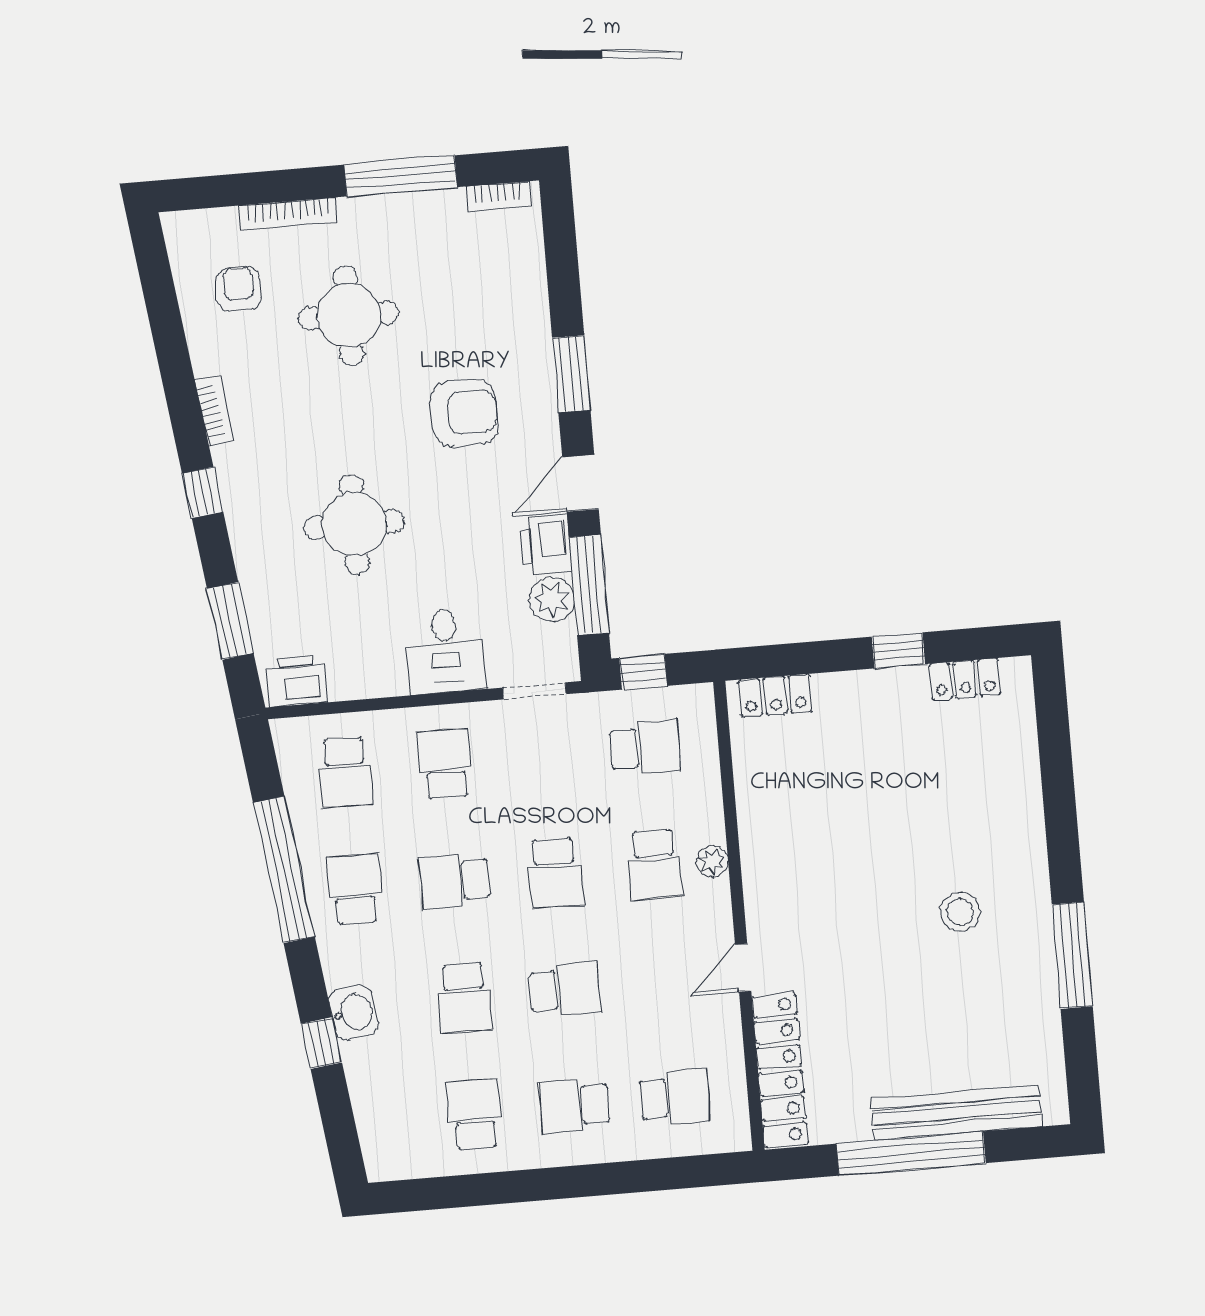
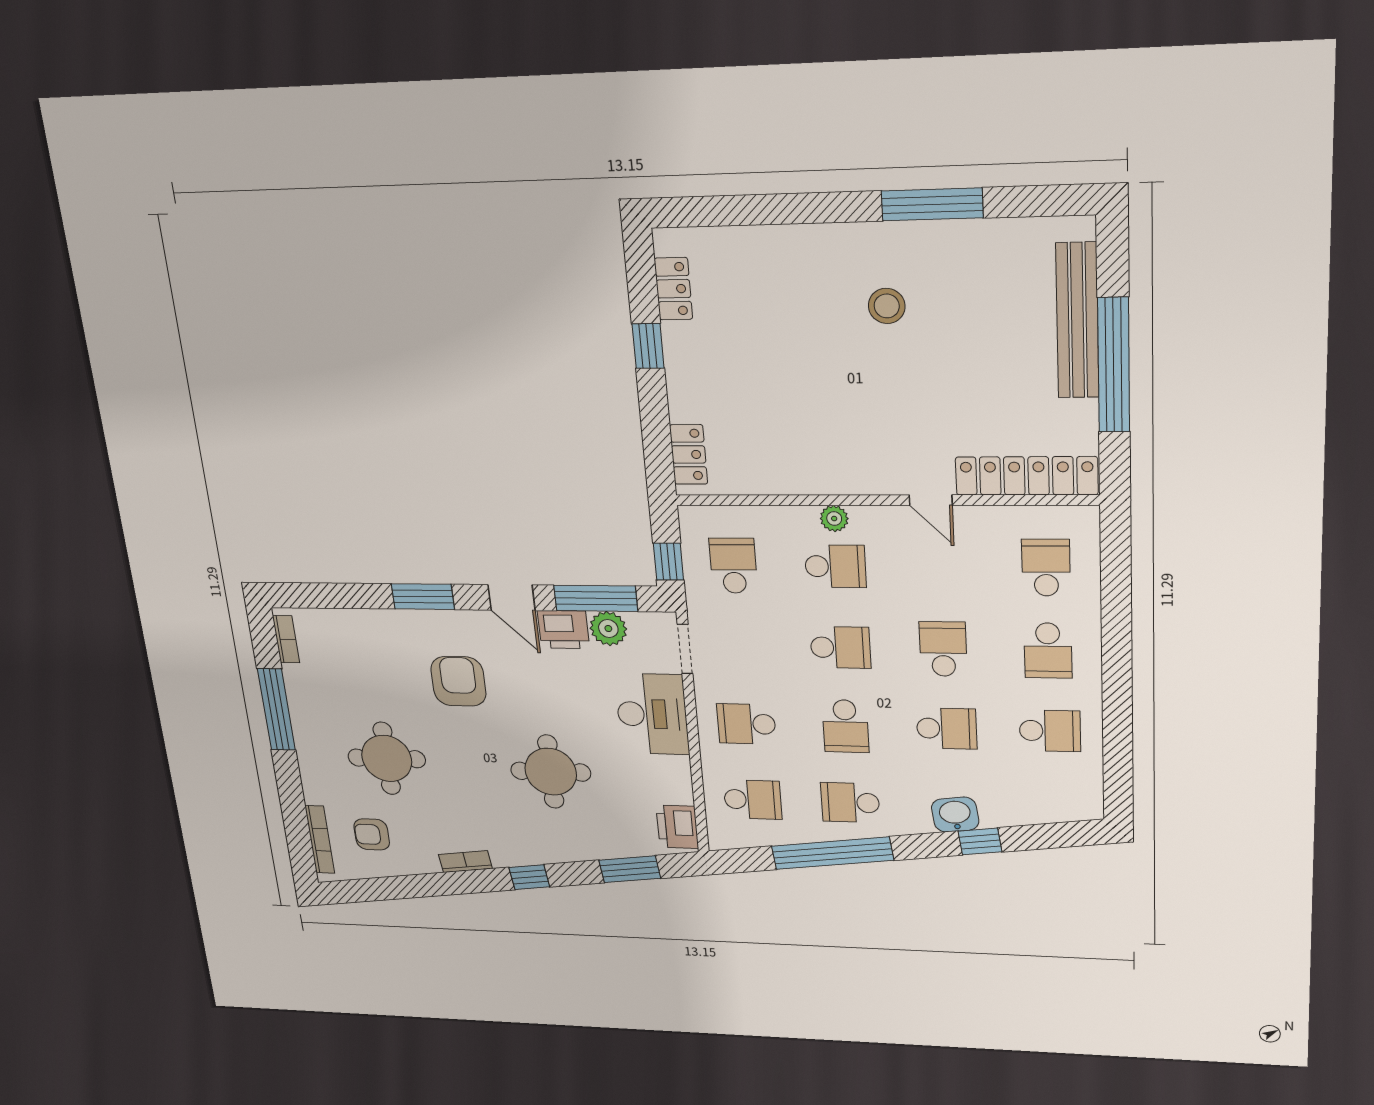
bookcase: (288, 214) -> (320, 839), moved
desk: (446, 651) -> (652, 714), width x1.37
school desk: (475, 1114) -> (1050, 731), turned 180

